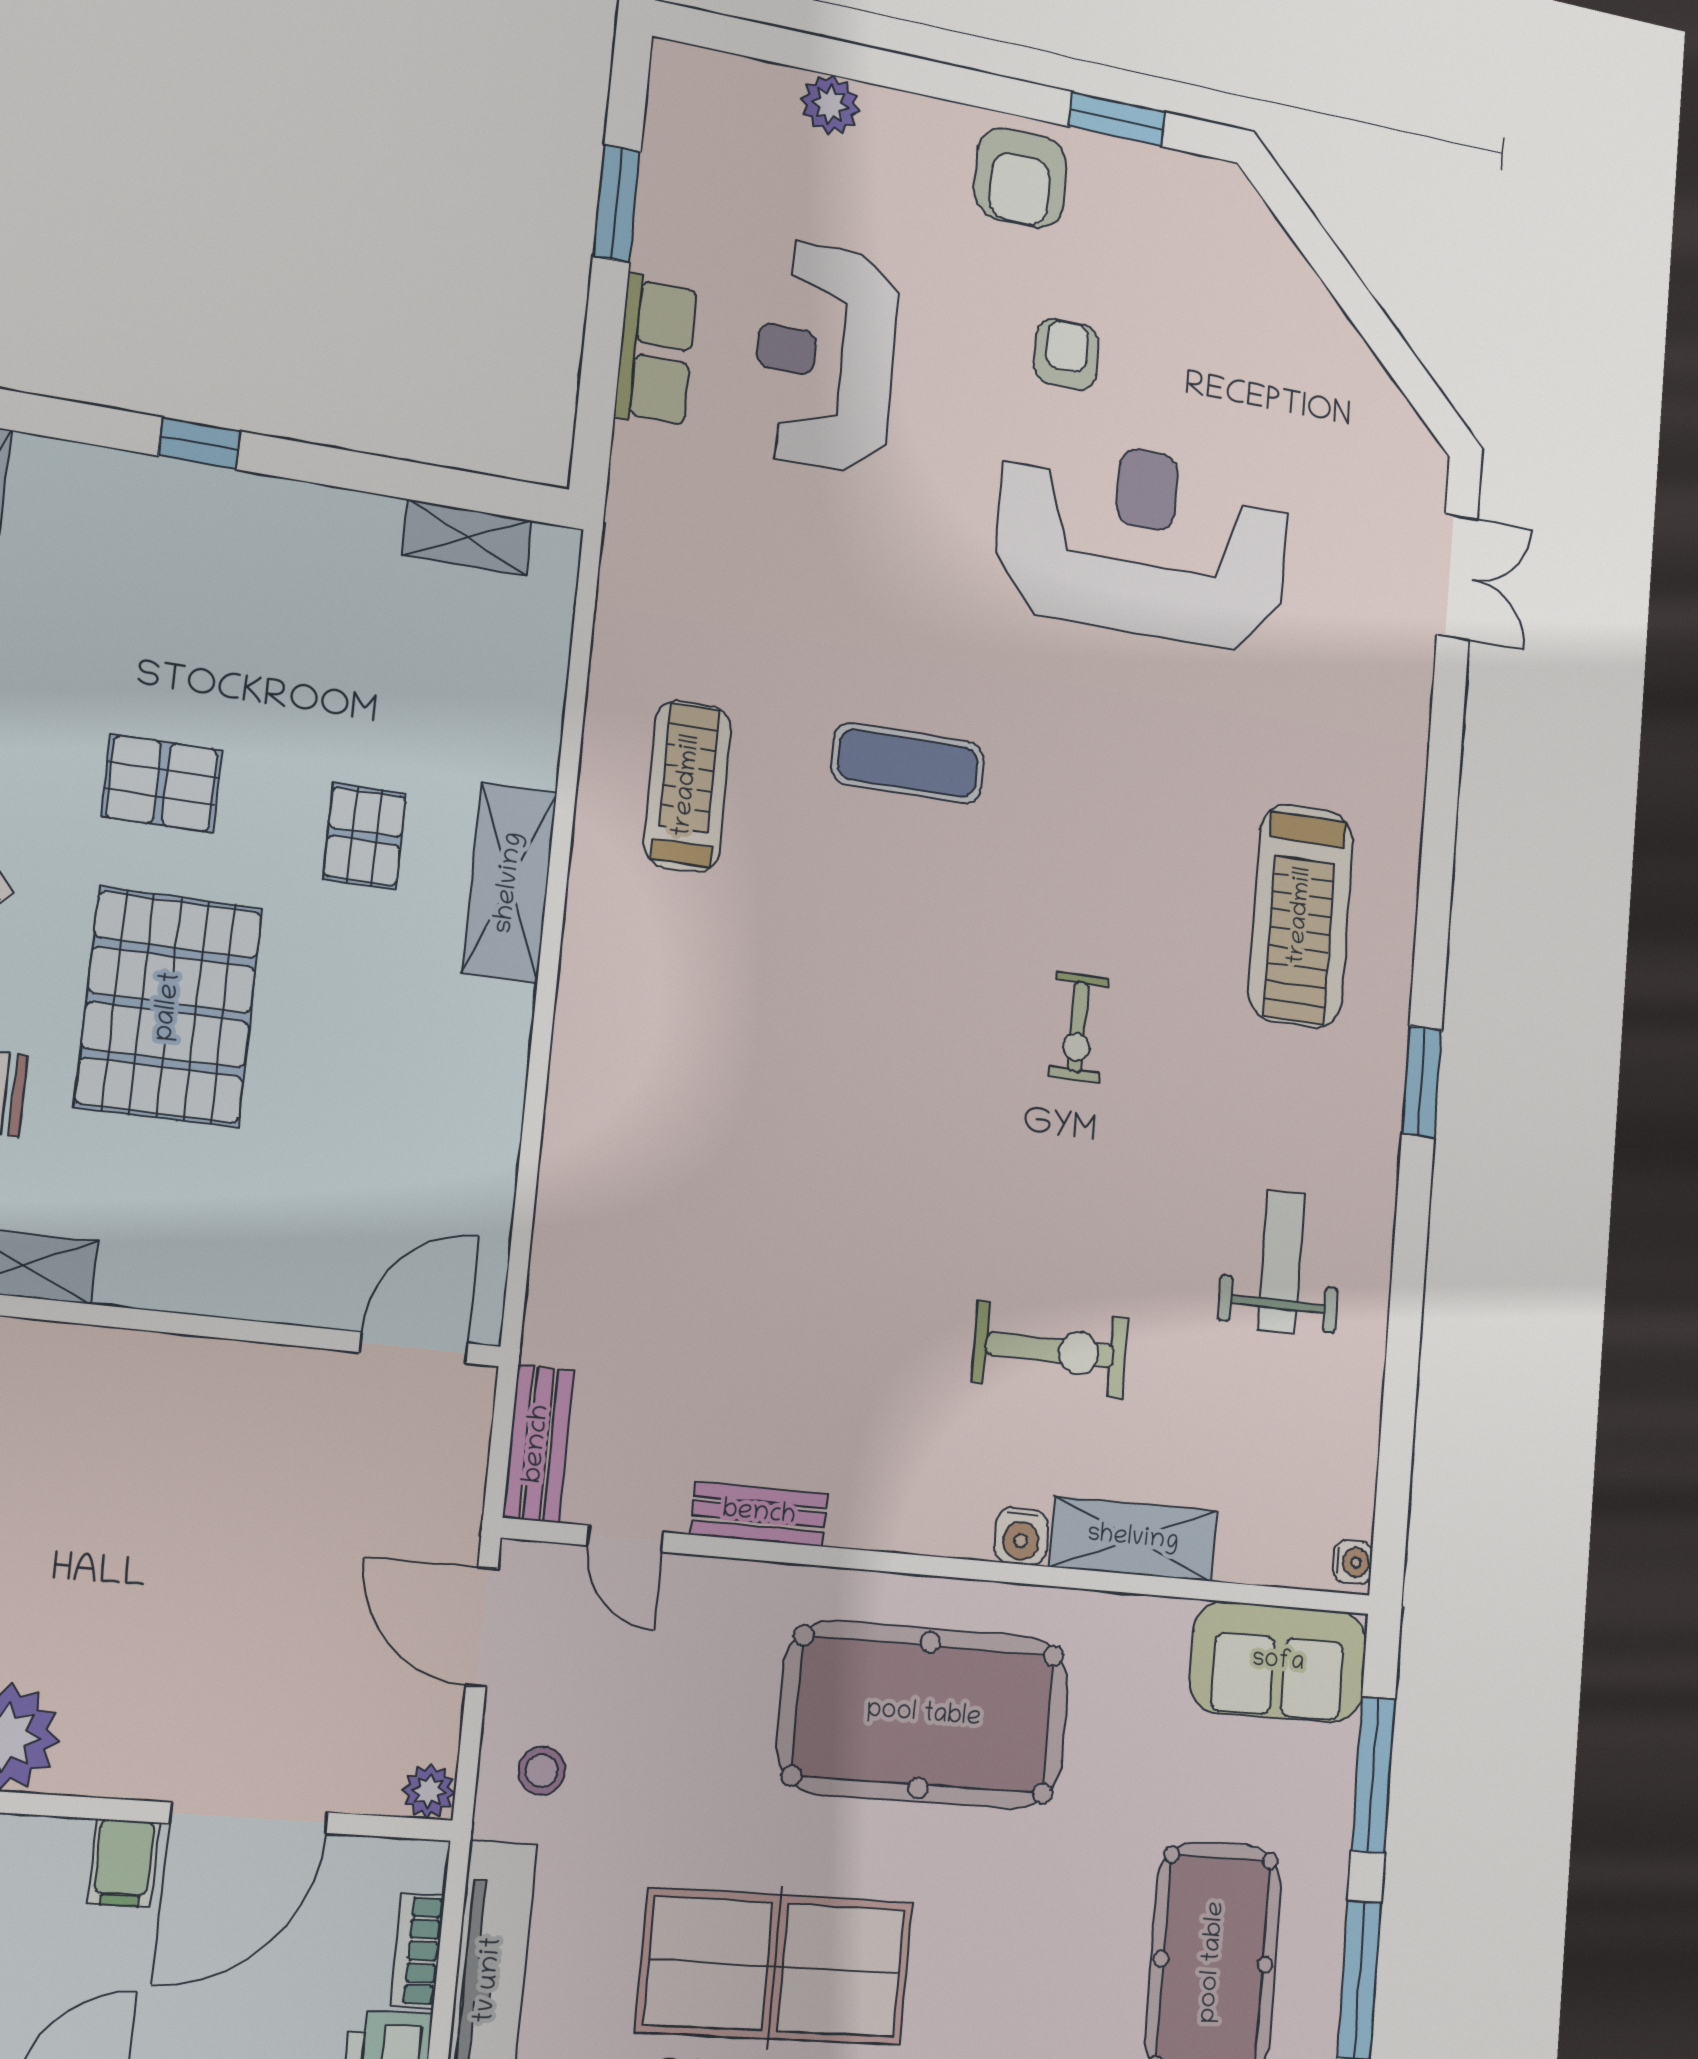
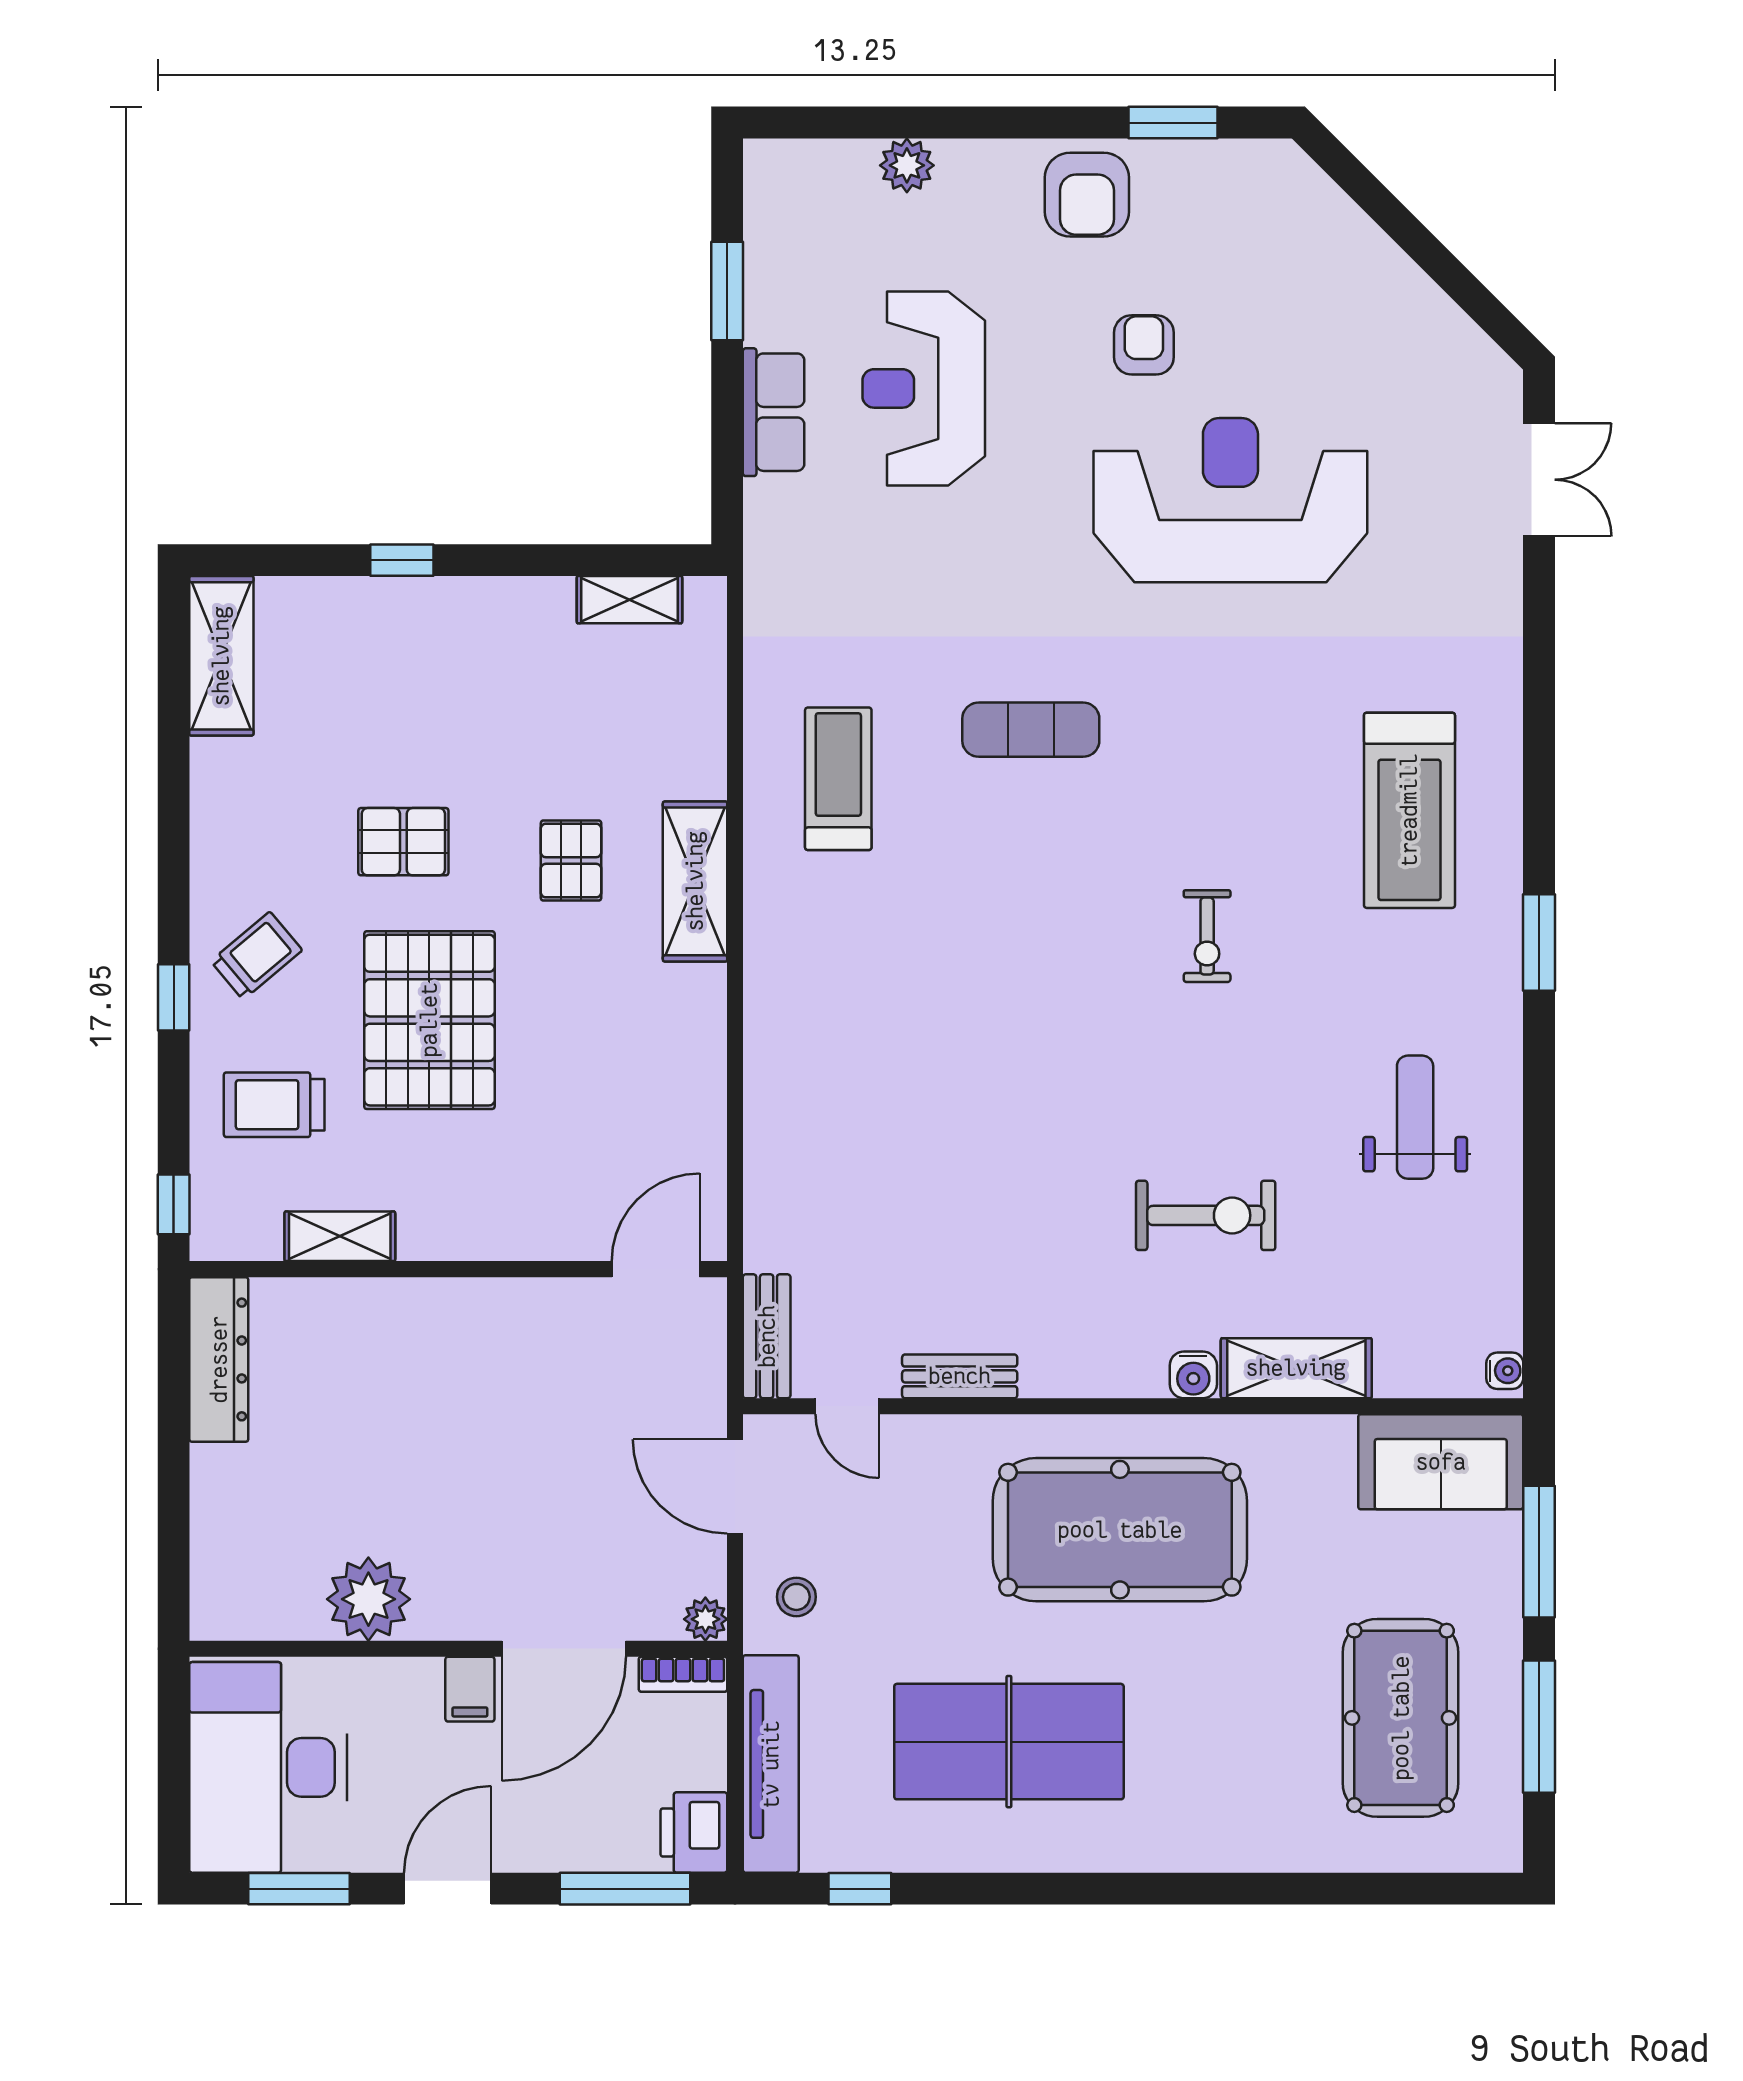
bookcase: (418, 1951) -> (683, 1674), moved, turned -90

